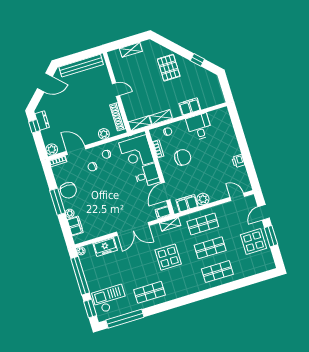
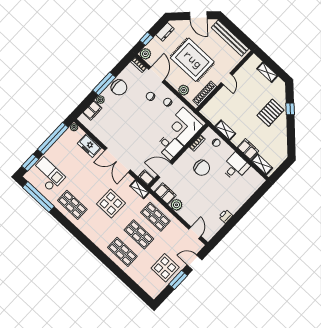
window: (197, 60) -> (290, 109), moved
rug: (81, 111) -> (192, 60), added
shelving: (140, 123) -> (262, 164), moved
window: (34, 126) -> (146, 39), moved
chair: (68, 190) -> (119, 87), turned -90

